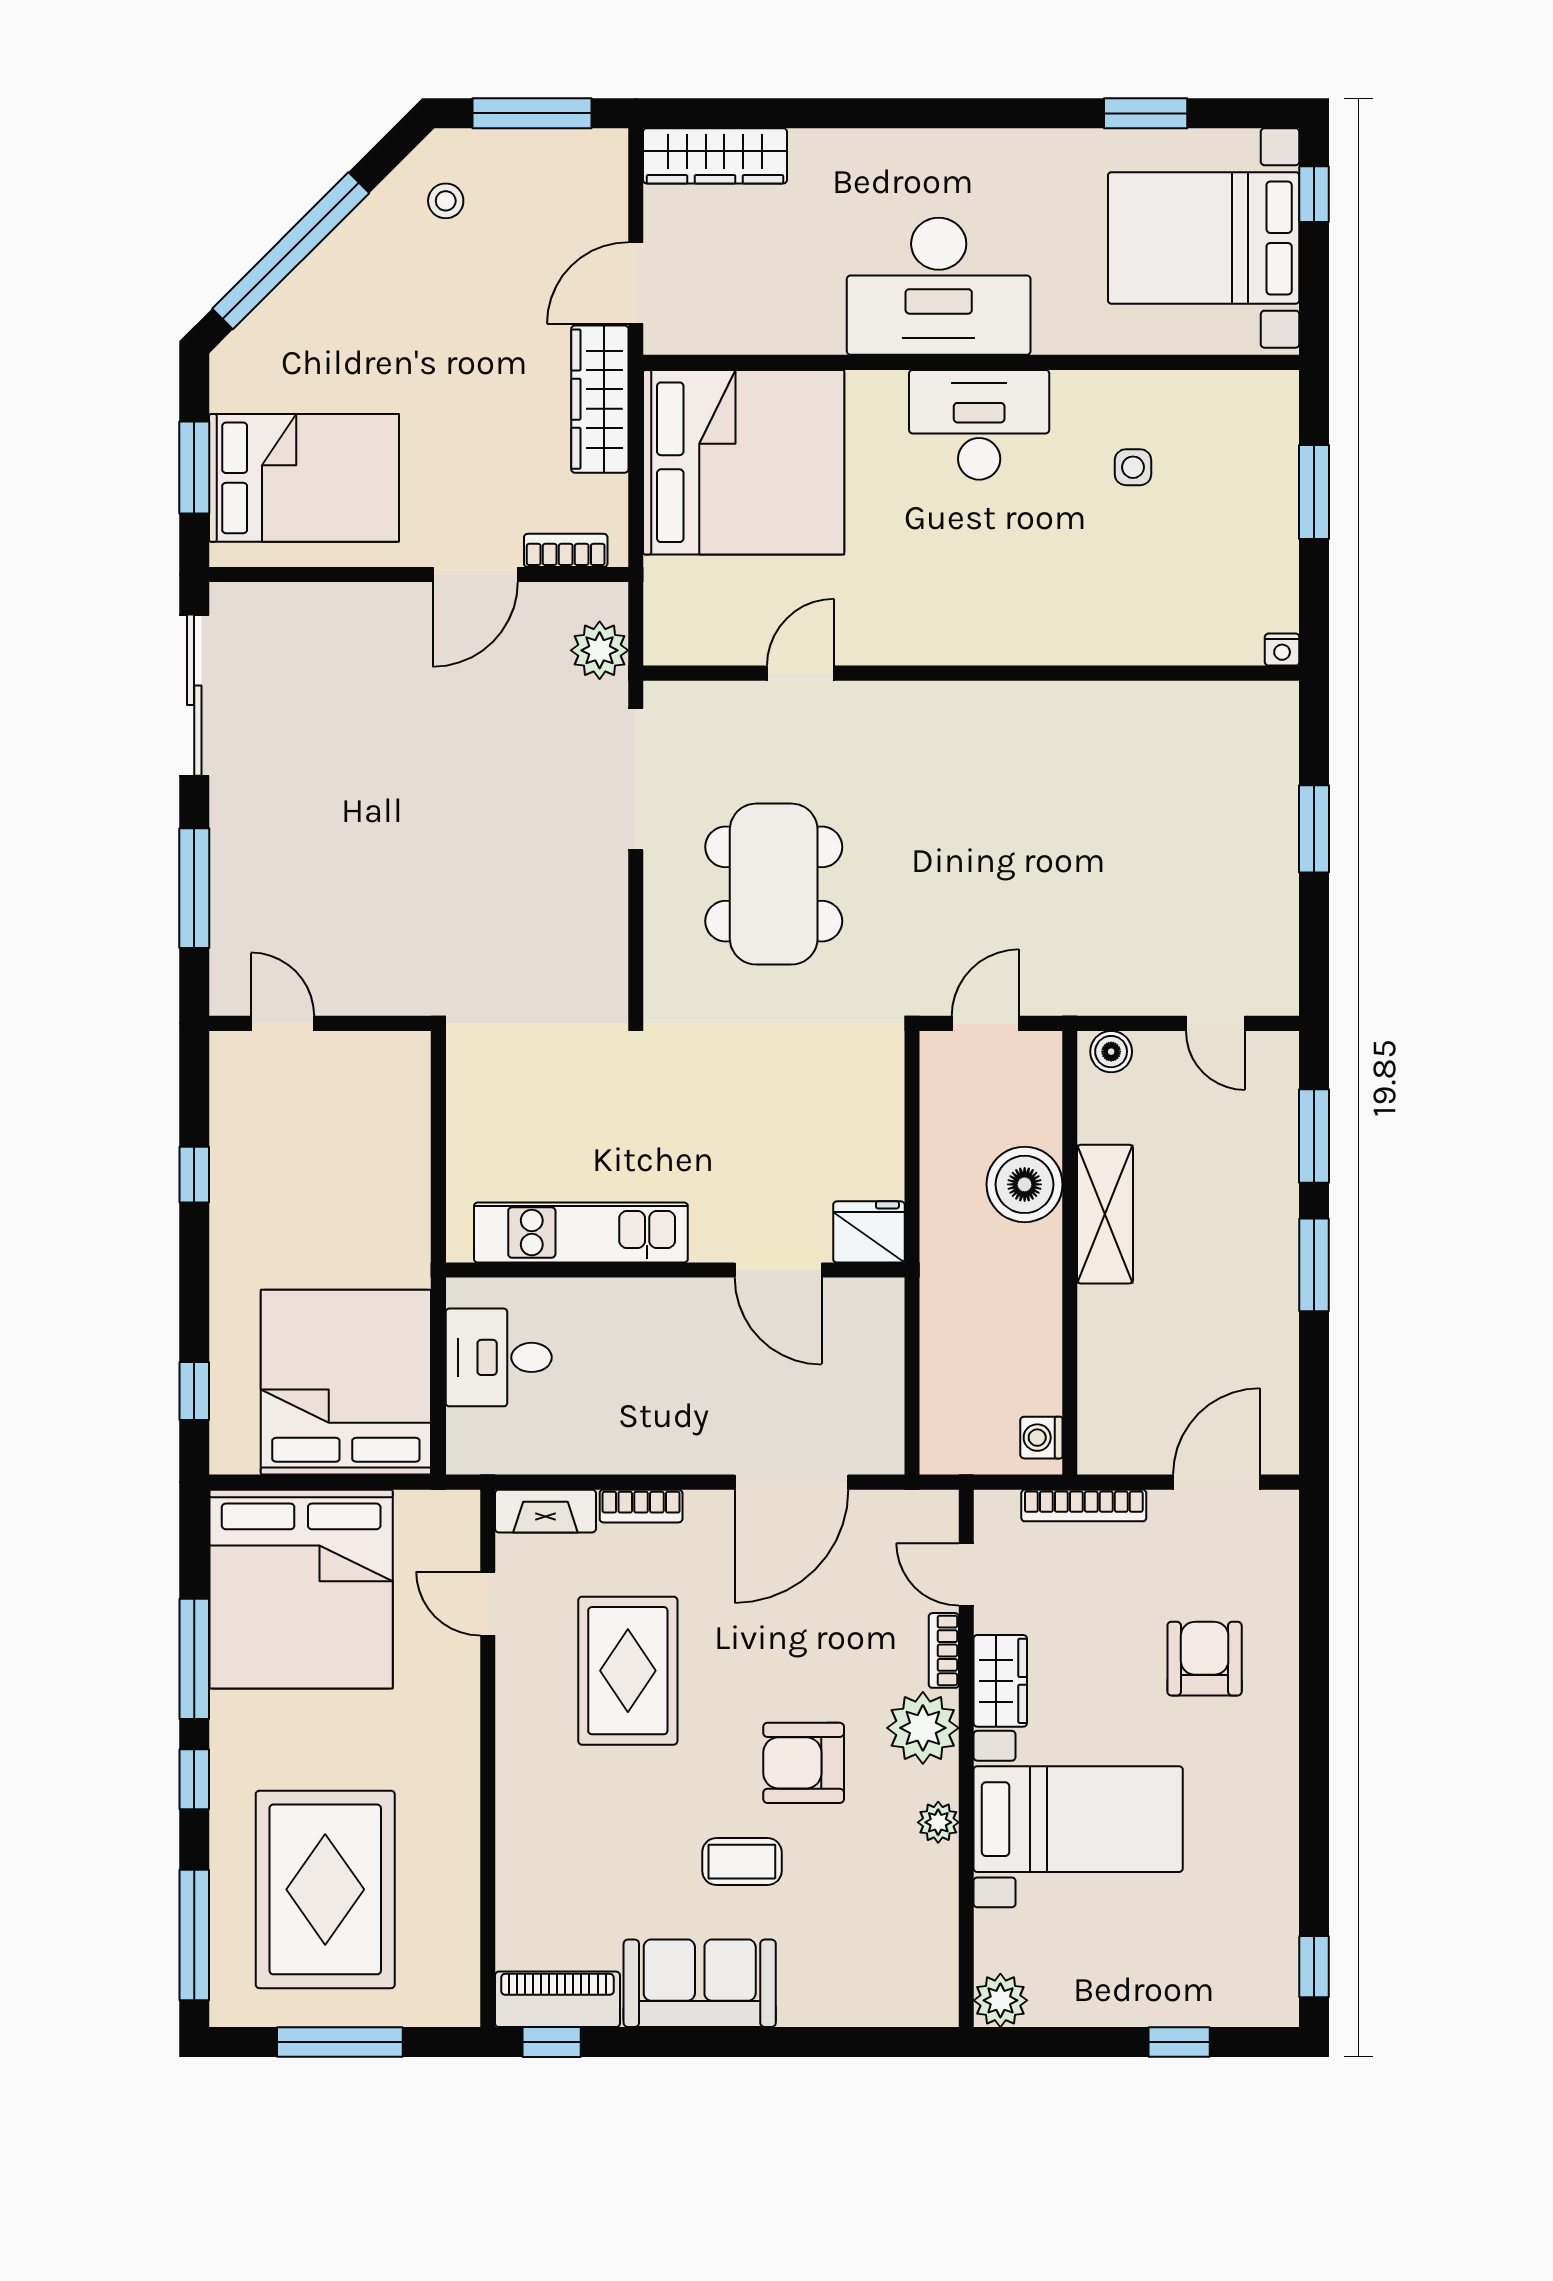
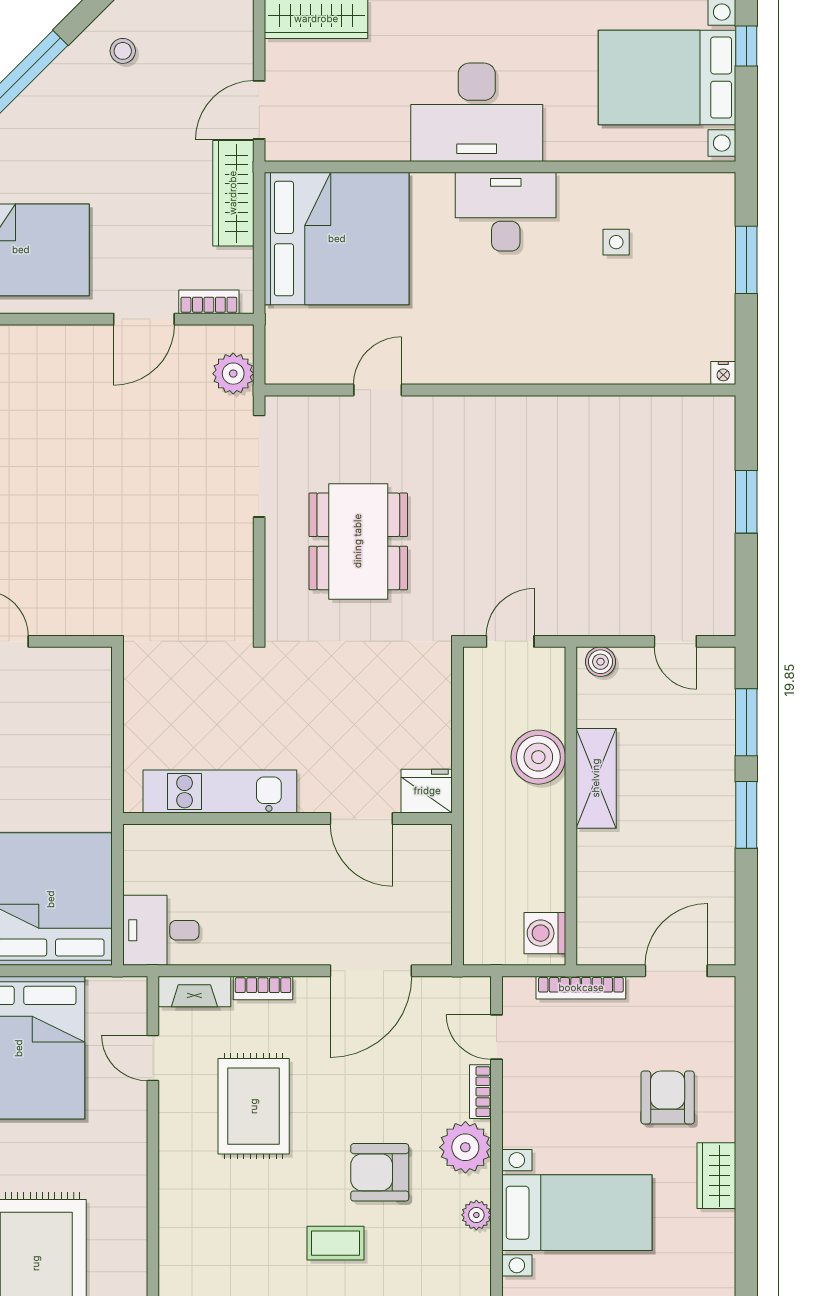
desk: (499, 1357) -> (161, 930), moved
washing machine: (1041, 1438) -> (545, 933), width x1.38, depth x1.38
wardrobe: (1000, 1681) -> (716, 1176), moved, turned 180

